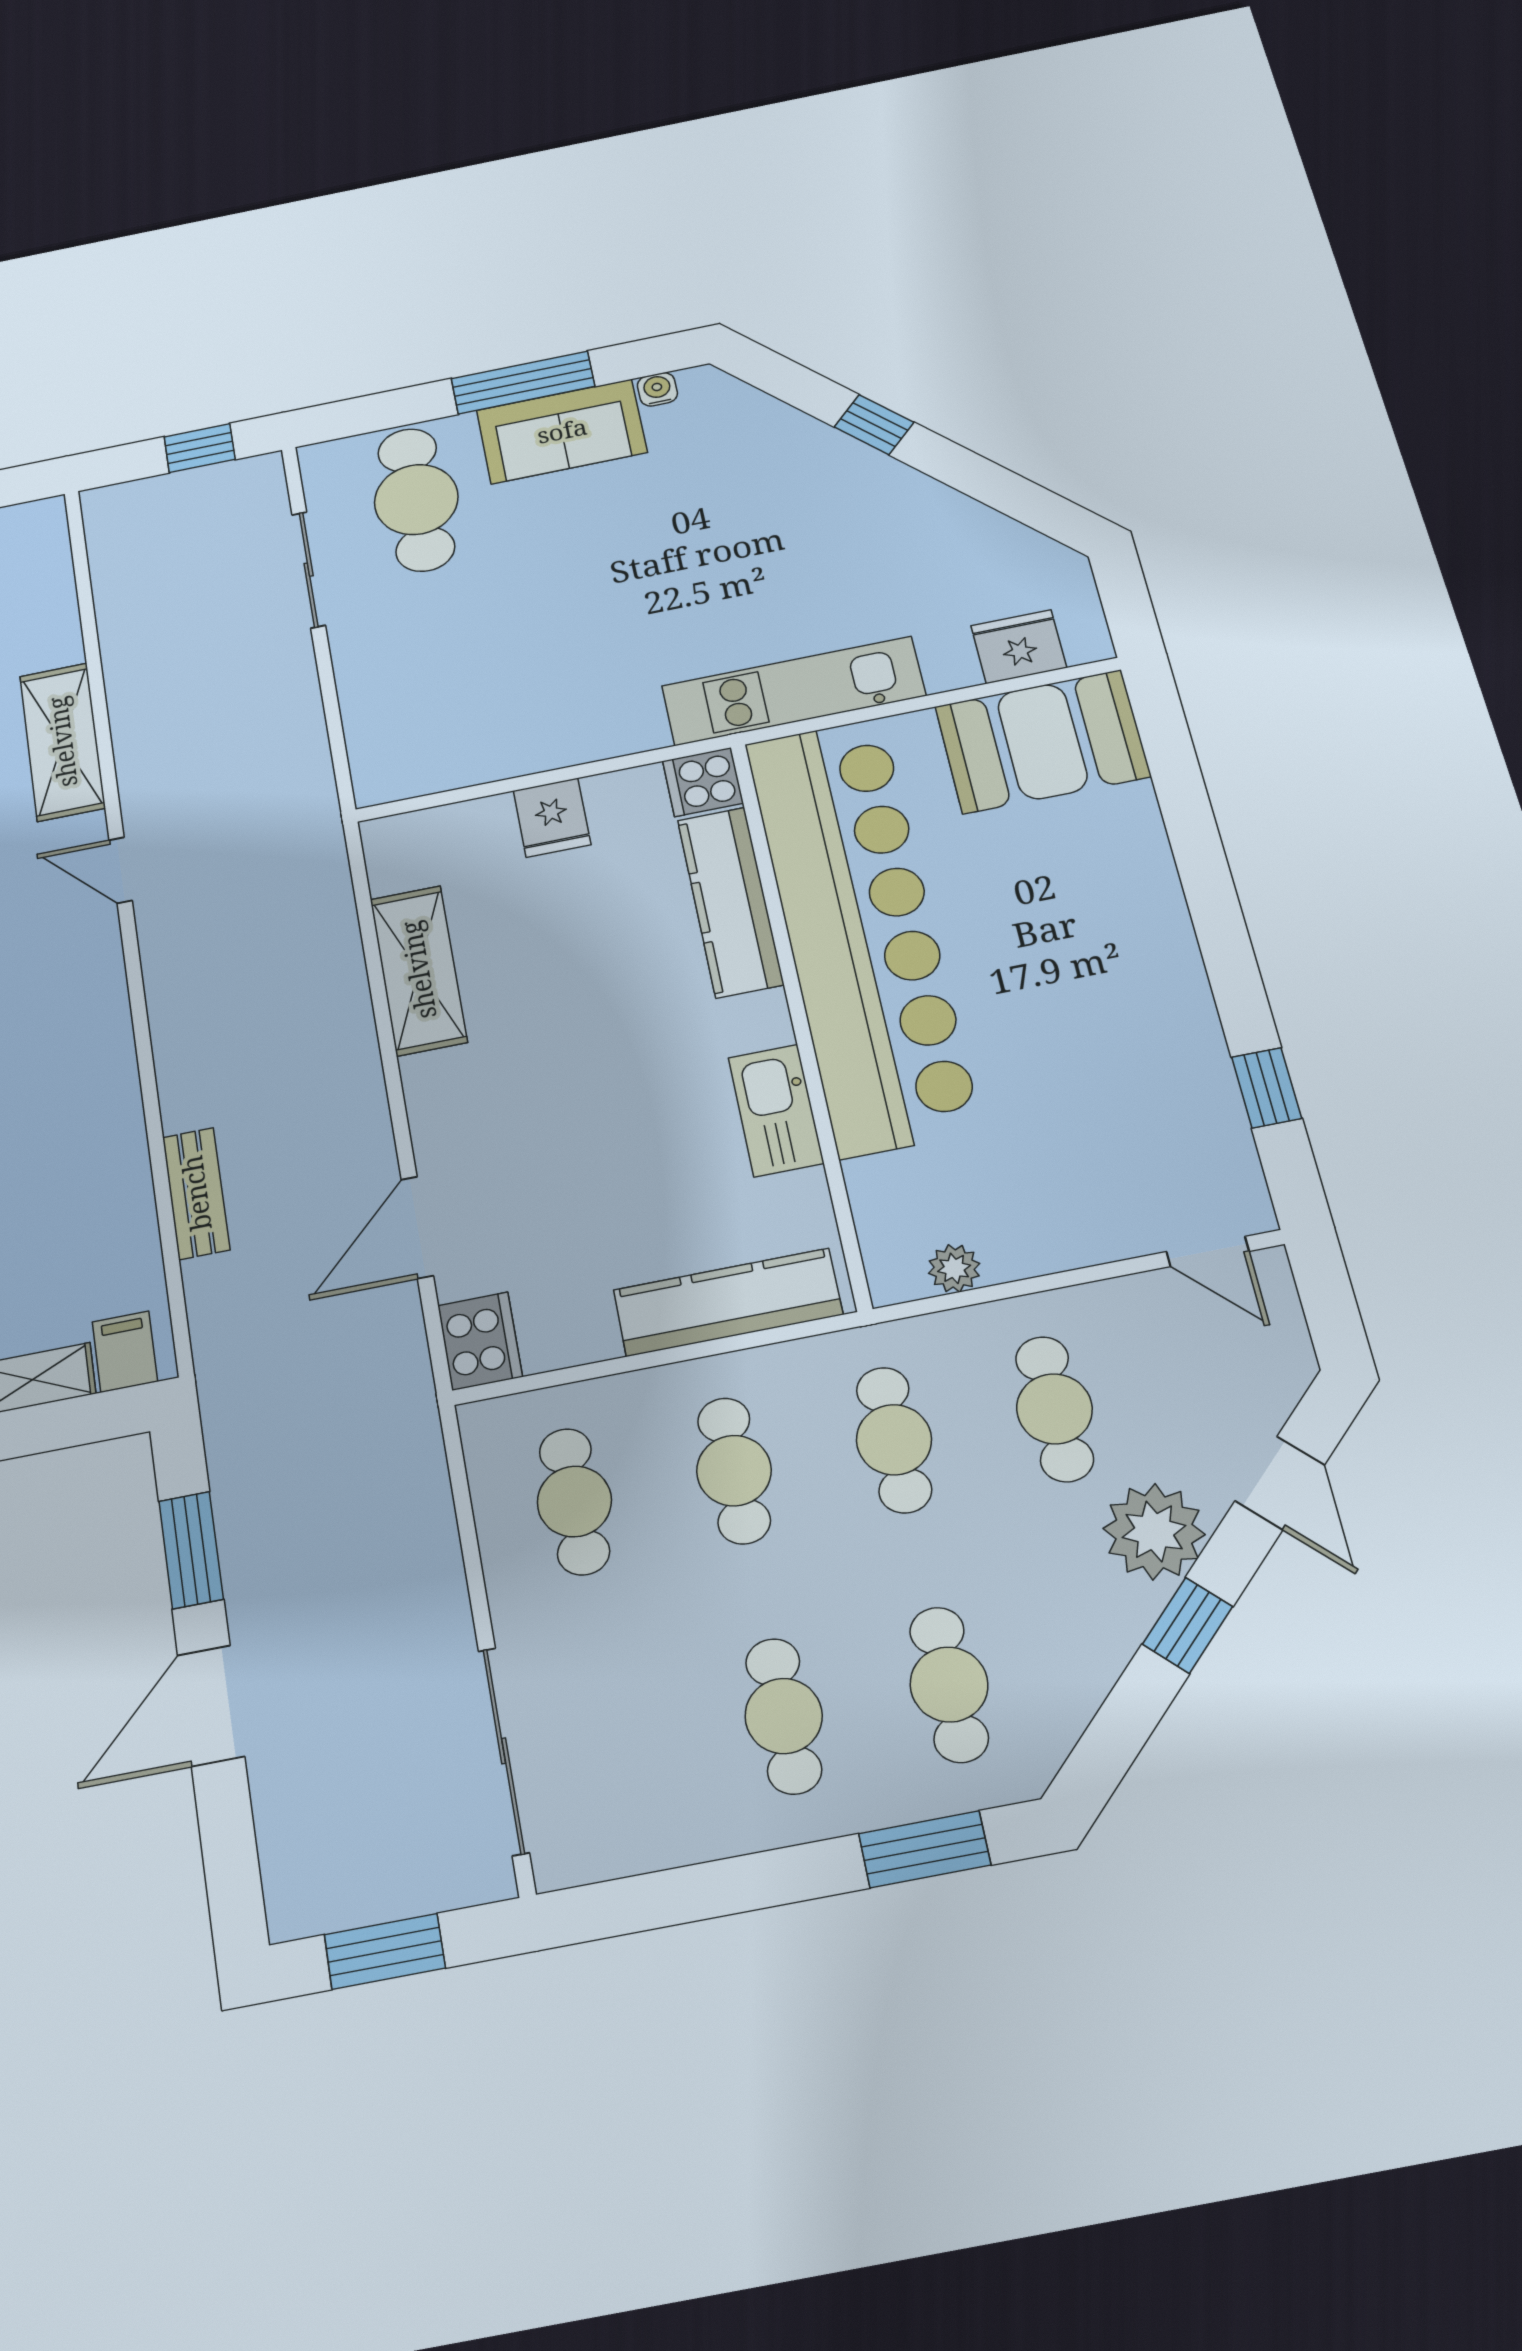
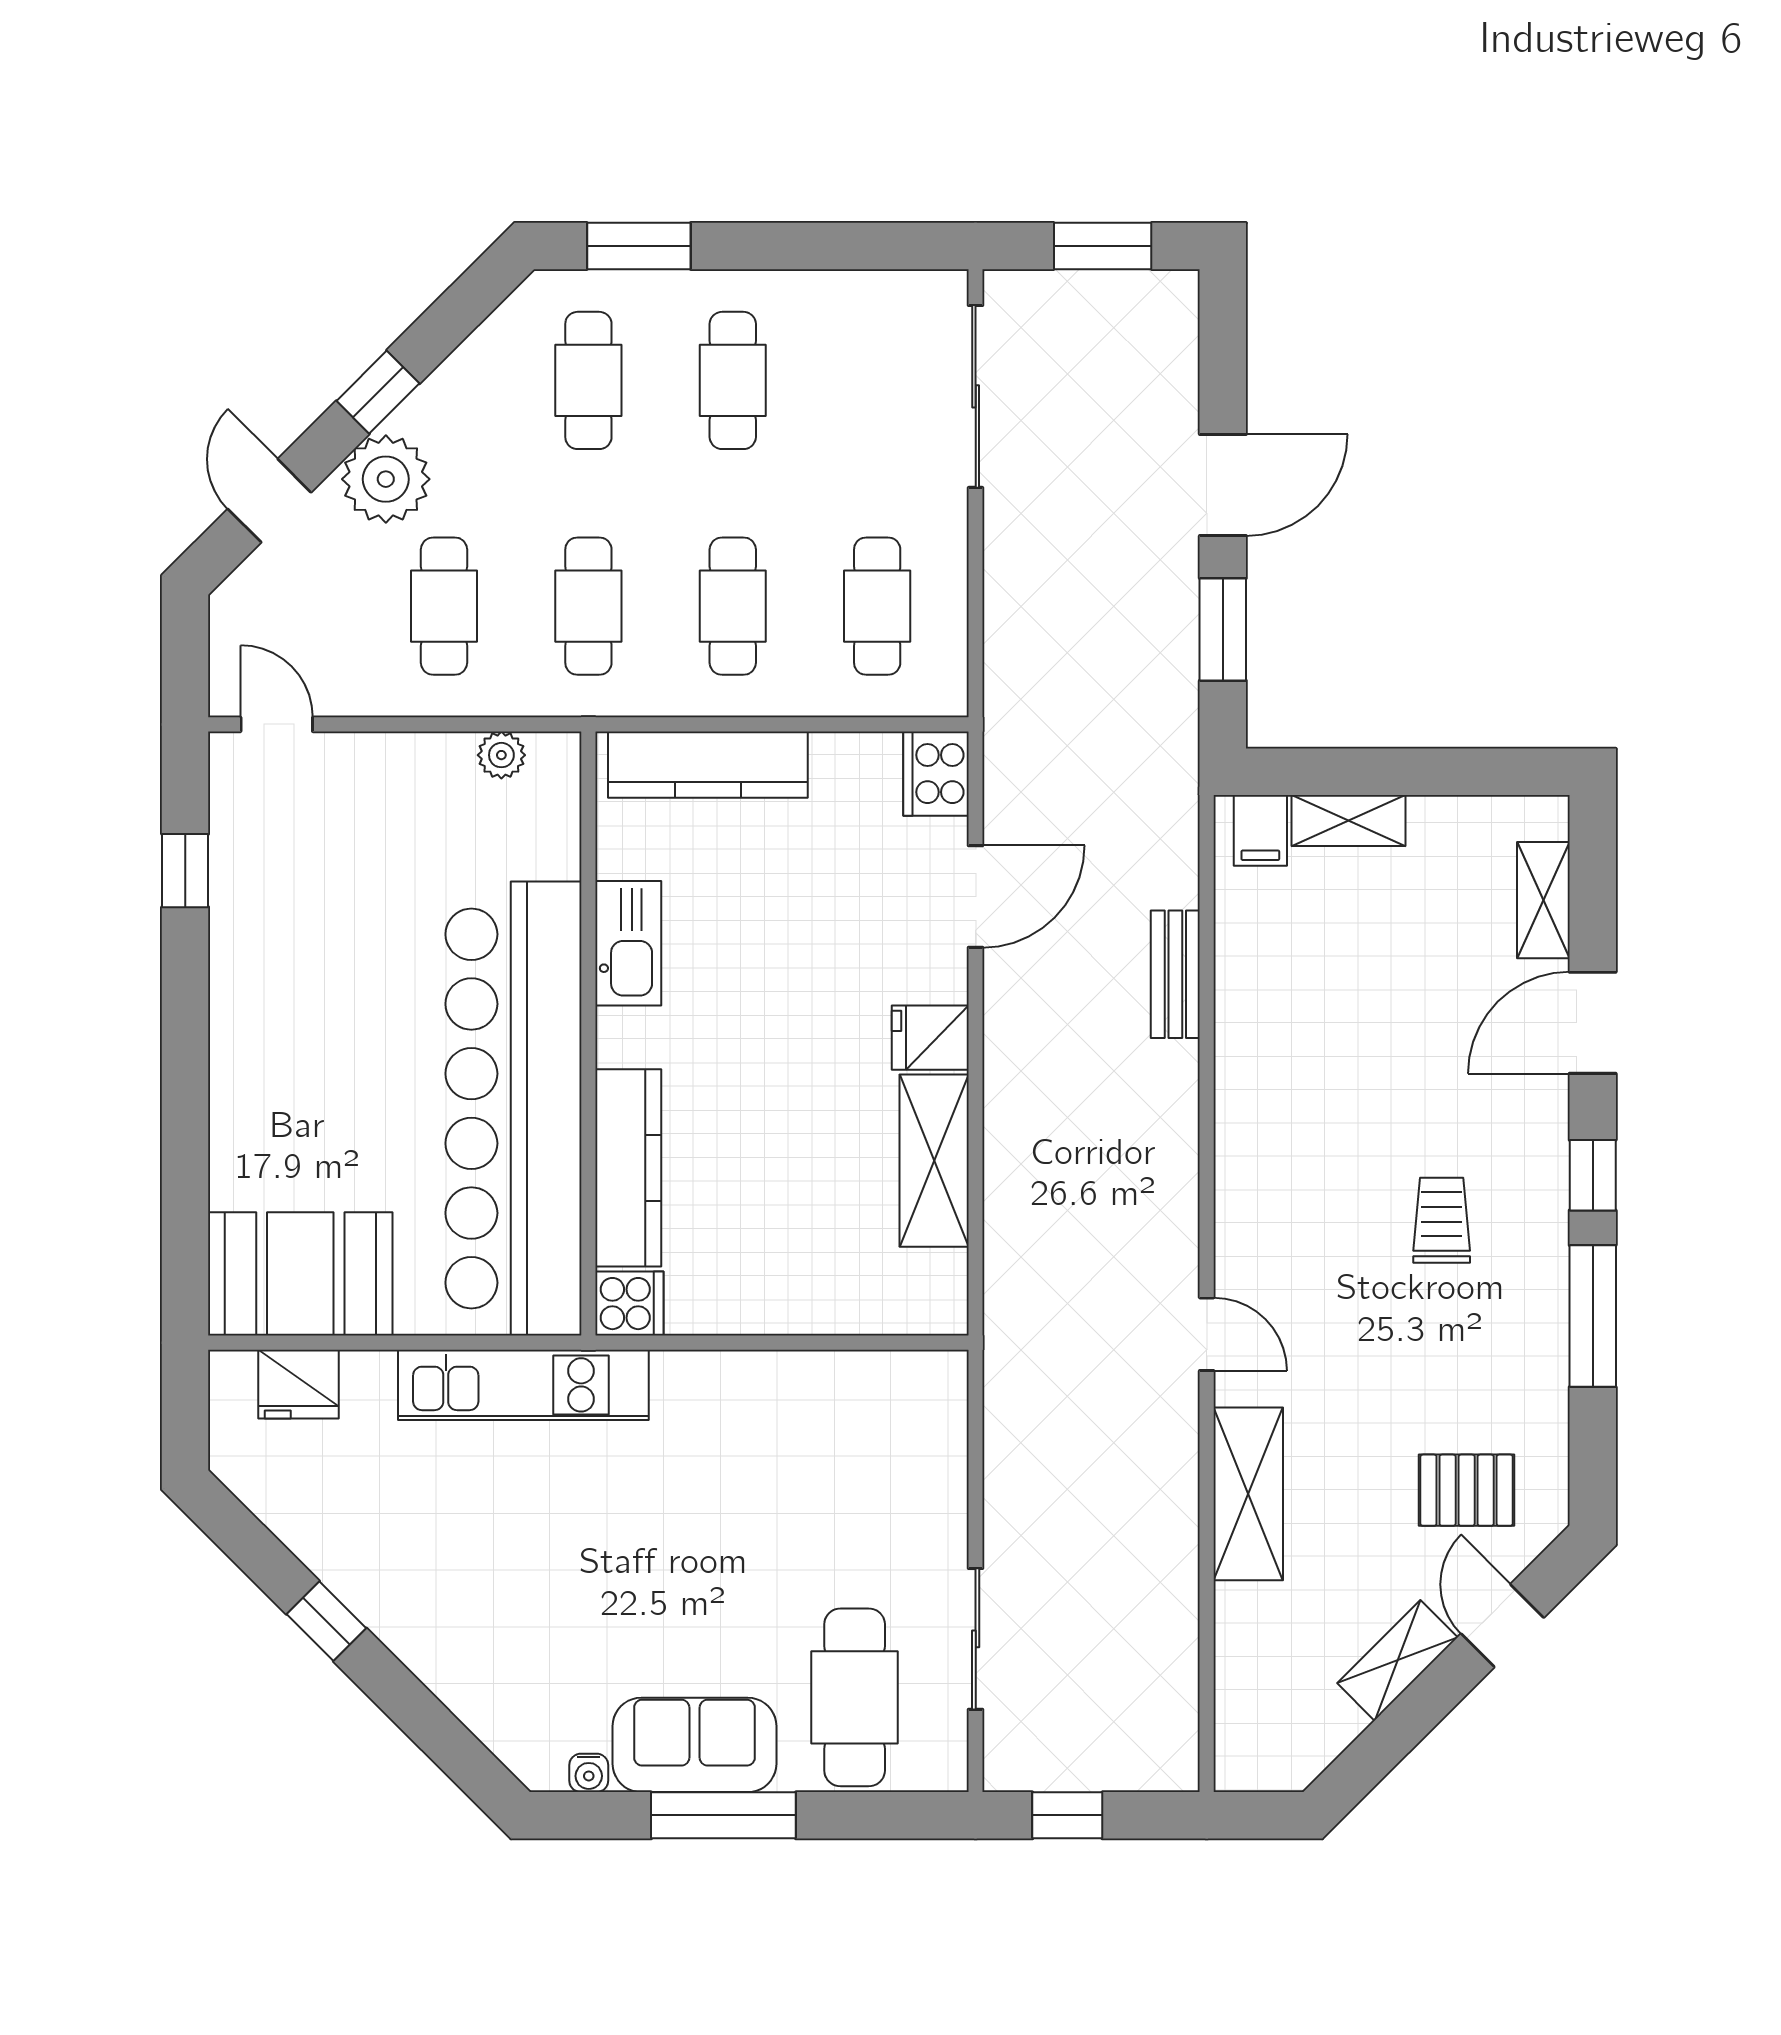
window: (874, 425) -> (326, 1621), moved
fridge: (552, 818) -> (930, 1038), moved, turned -90

